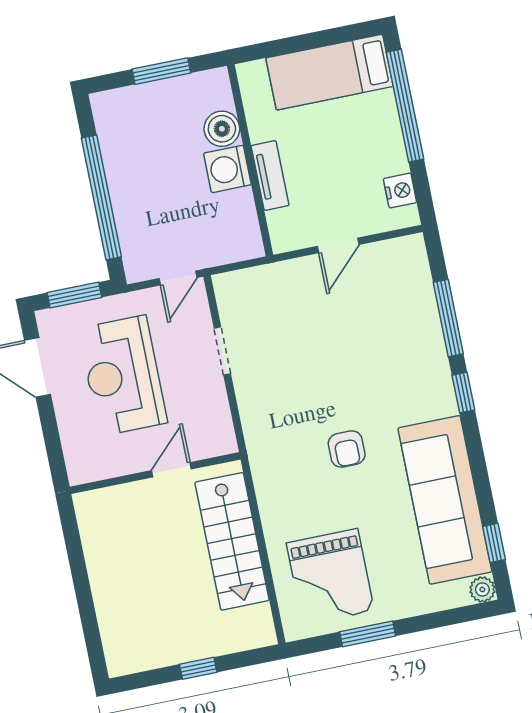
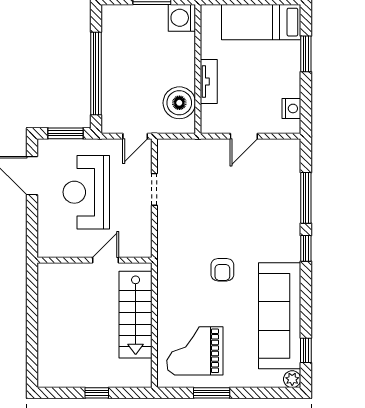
window: (405, 106) -> (306, 54), width x0.47
boiler: (222, 129) -> (179, 103), moved, width x1.37, depth x1.37
washing machine: (227, 169) -> (182, 18), moved
grand piano: (330, 577) -> (195, 351), turned 90

